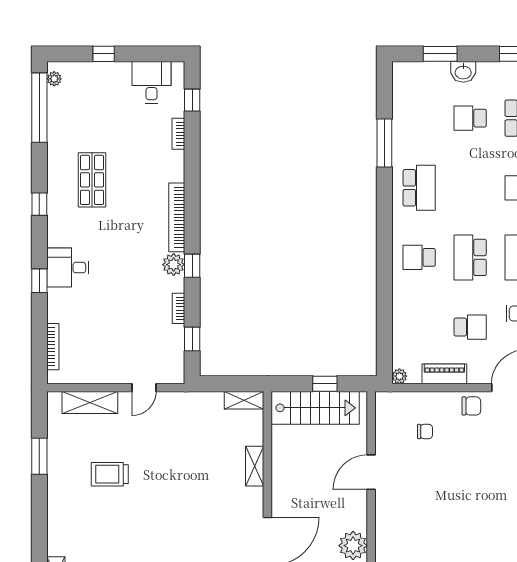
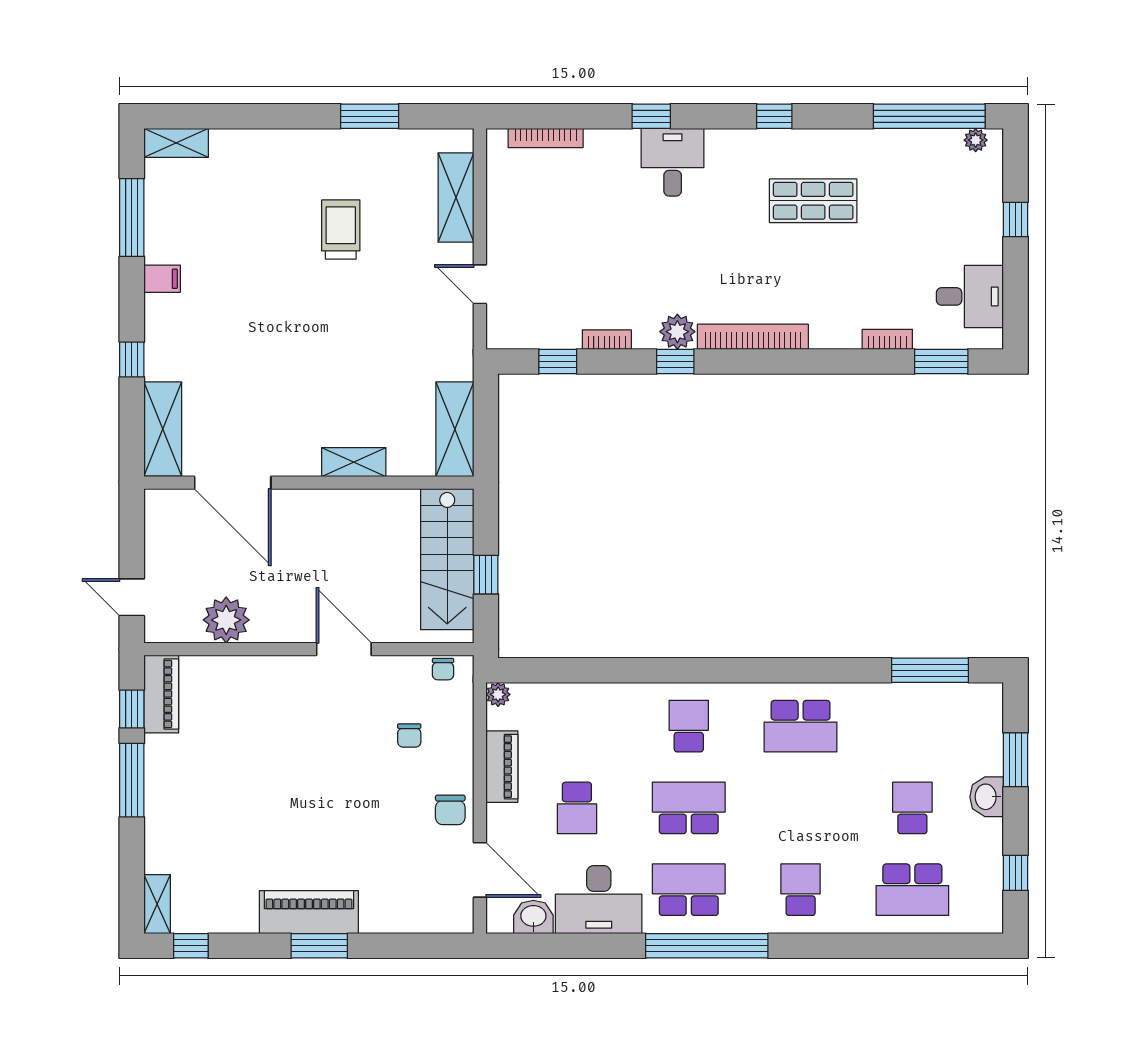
window: (192, 100) -> (941, 362), width x1.50
window: (384, 143) -> (930, 670), moved
shelving: (244, 400) -> (455, 429), width x1.50, depth x1.33
chair: (384, 410) -> (443, 669), added

